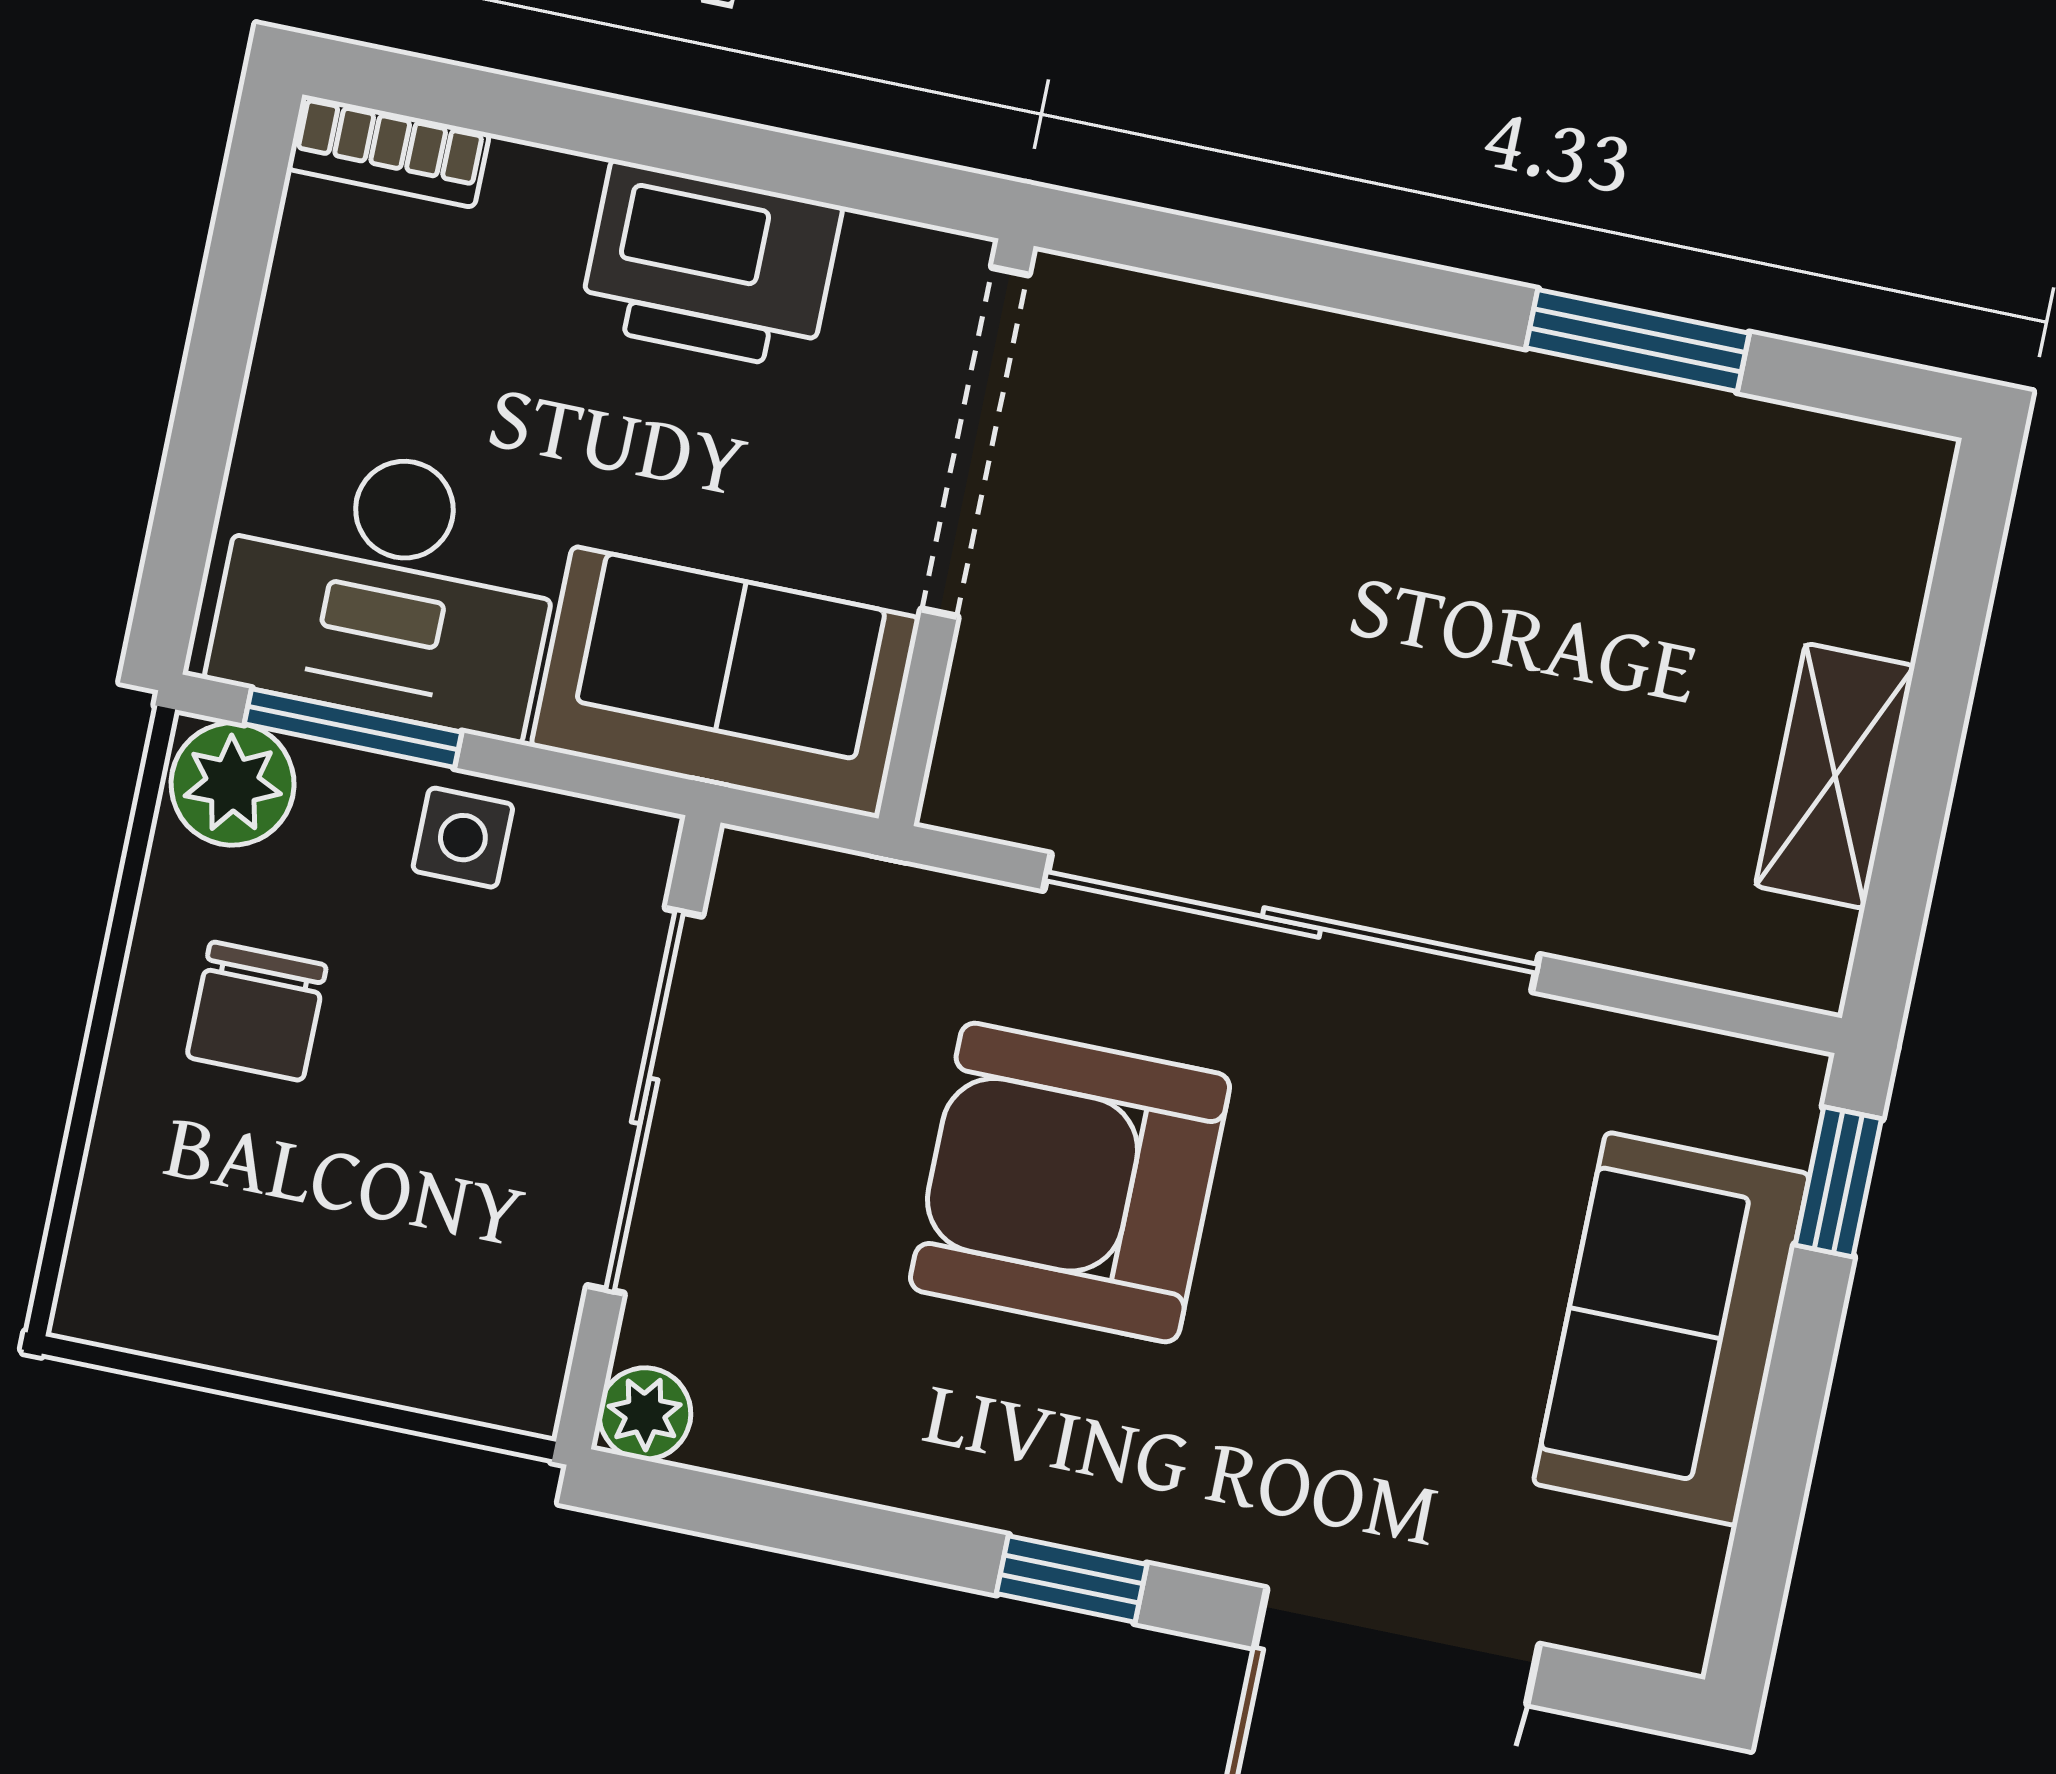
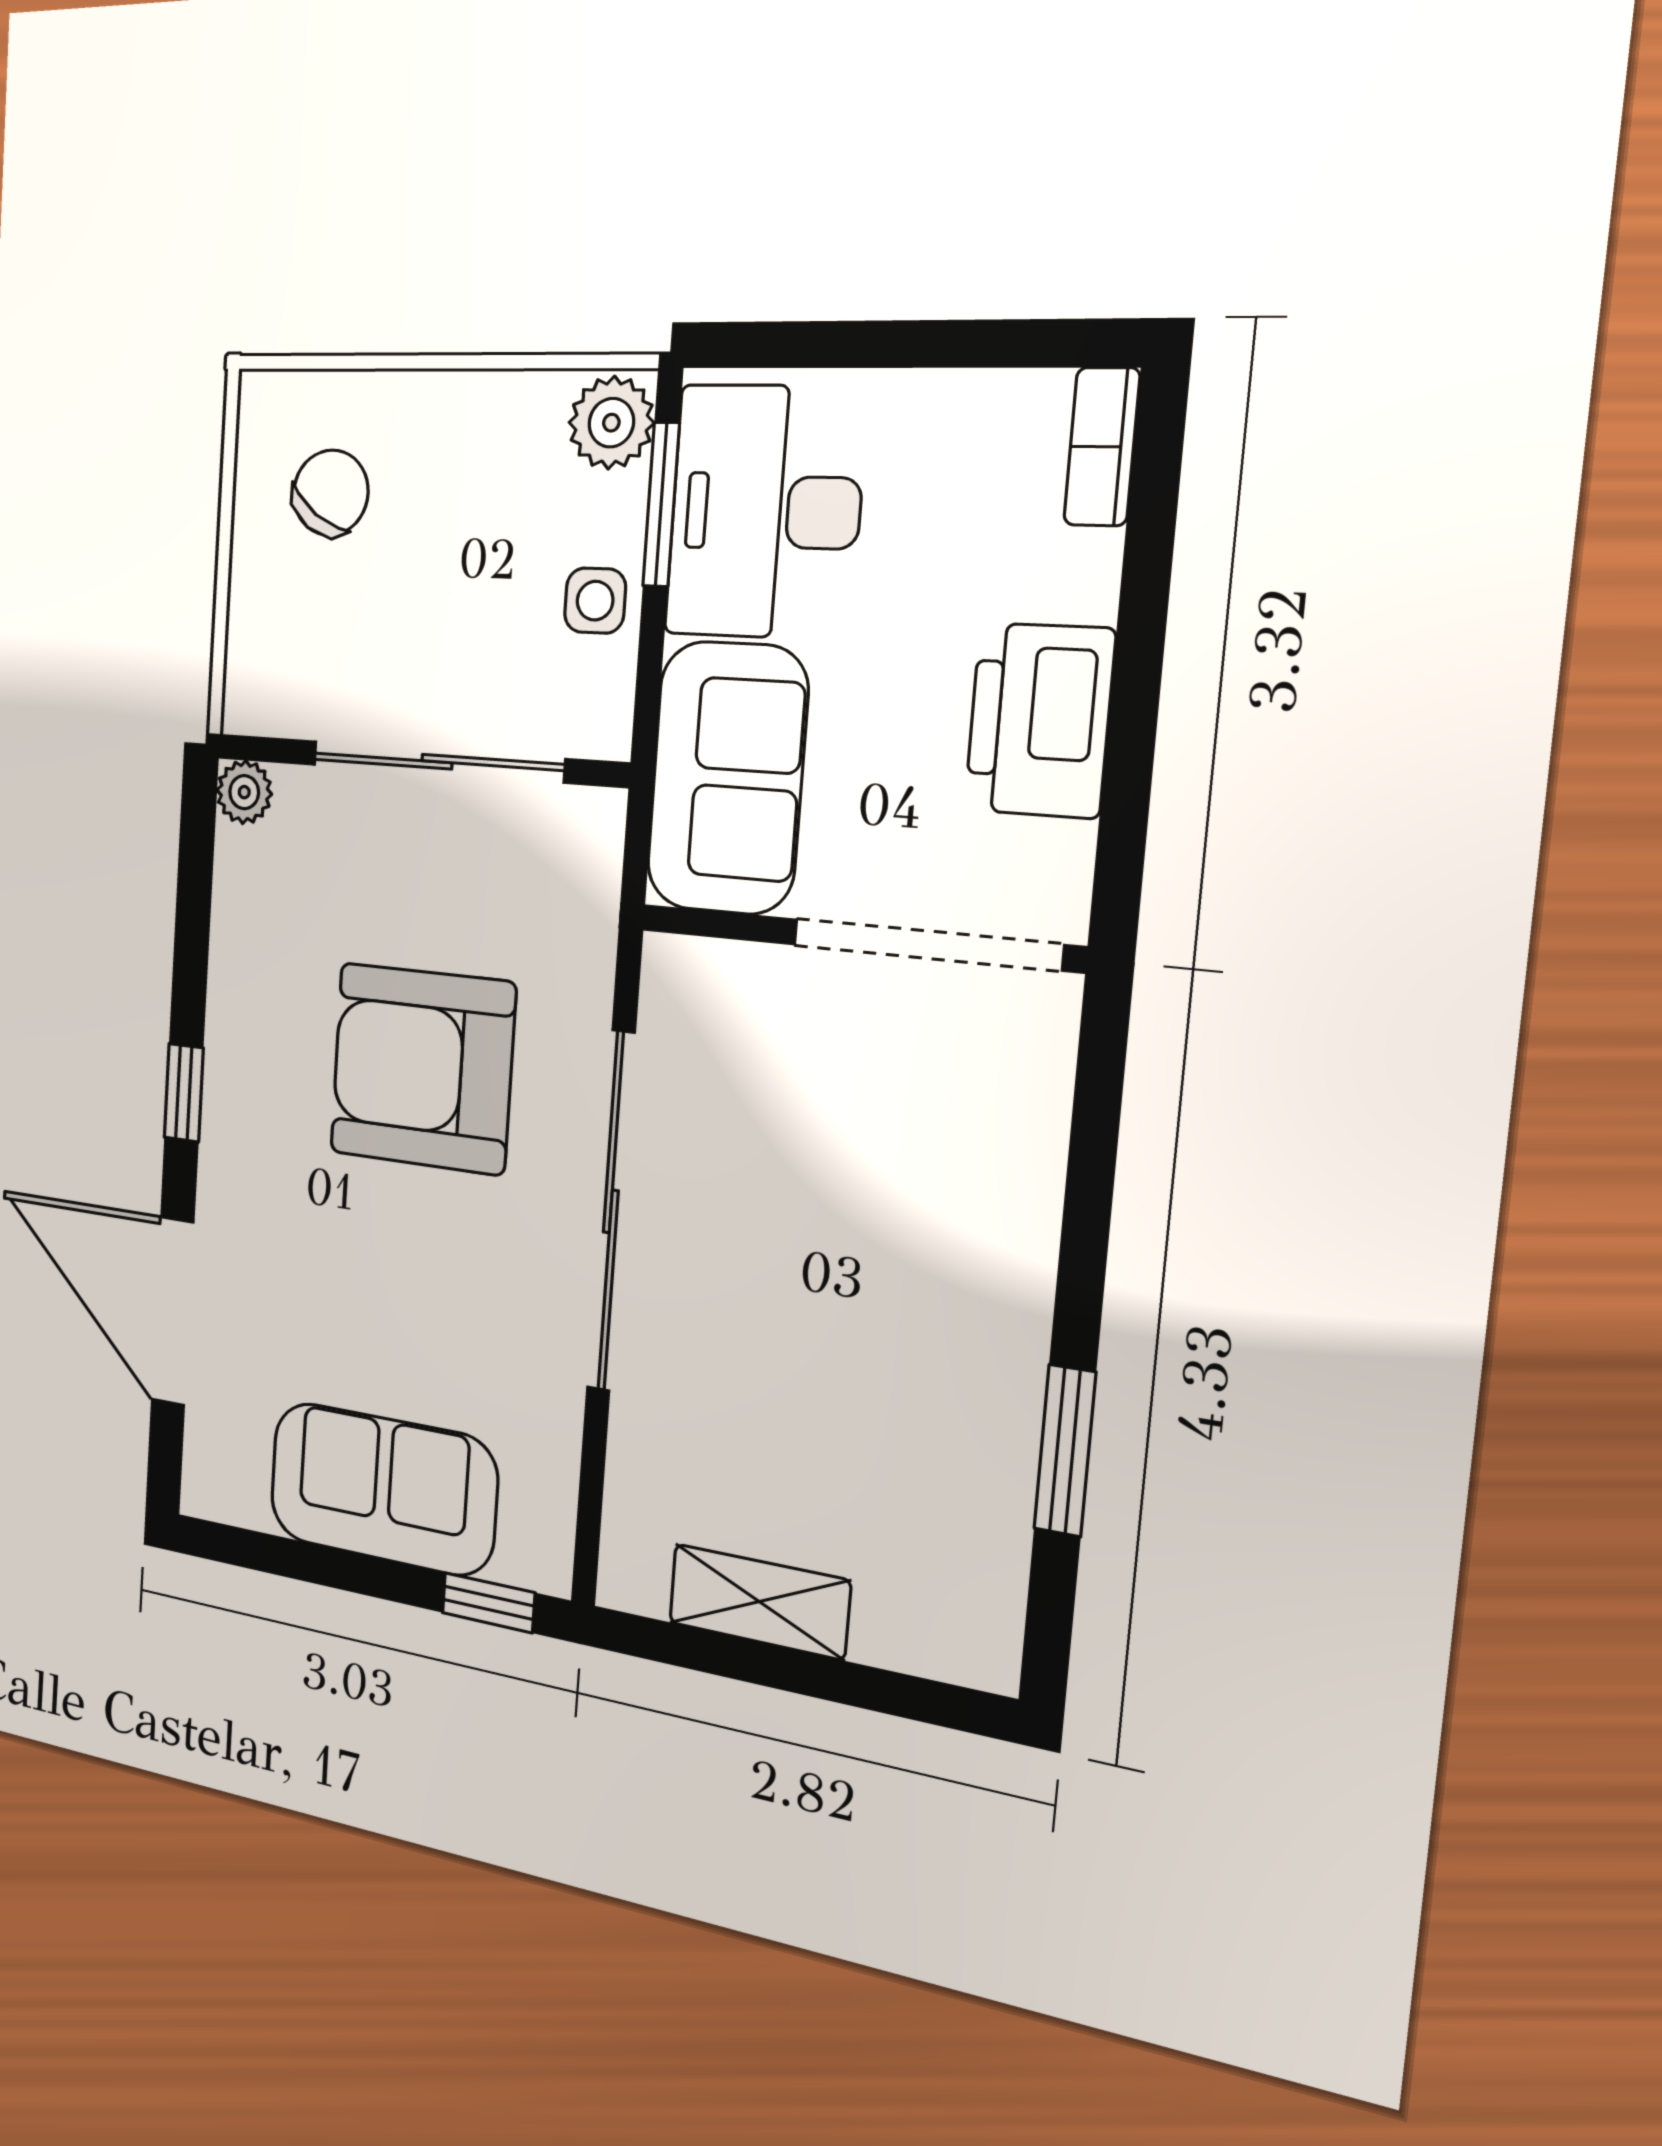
chair: (257, 1011) -> (331, 493), moved, turned 125
armchair: (1070, 1183) -> (422, 1068), turned -90

